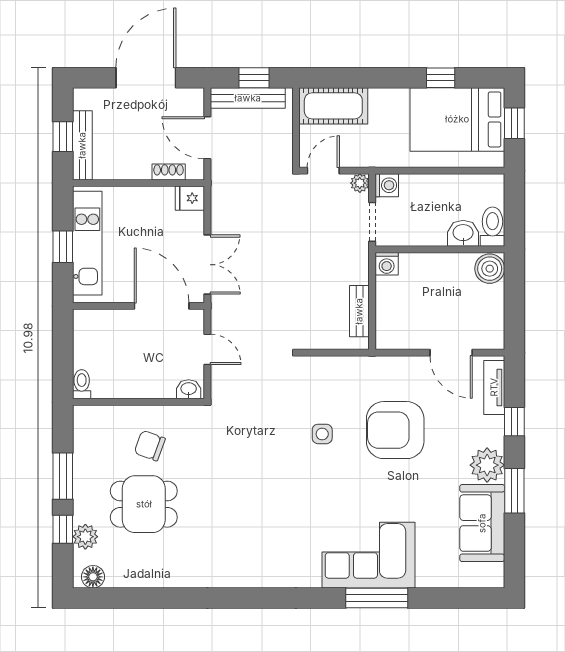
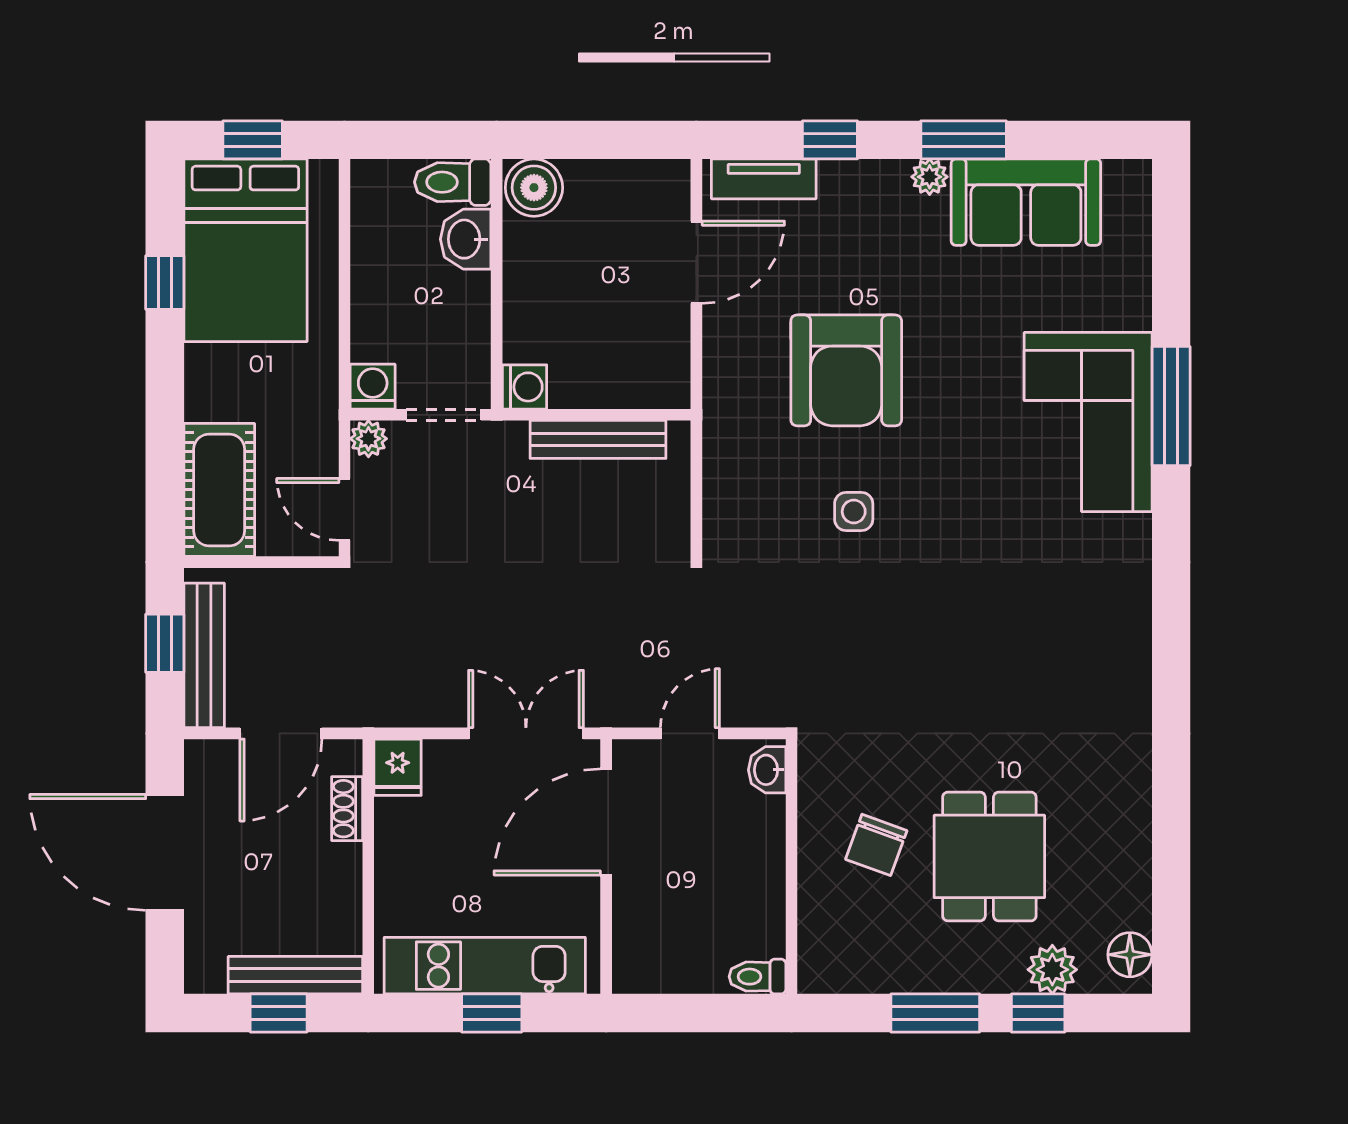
bench: (359, 311) -> (598, 439), width x1.36
plant: (487, 465) -> (930, 177), width x0.53, depth x0.53

